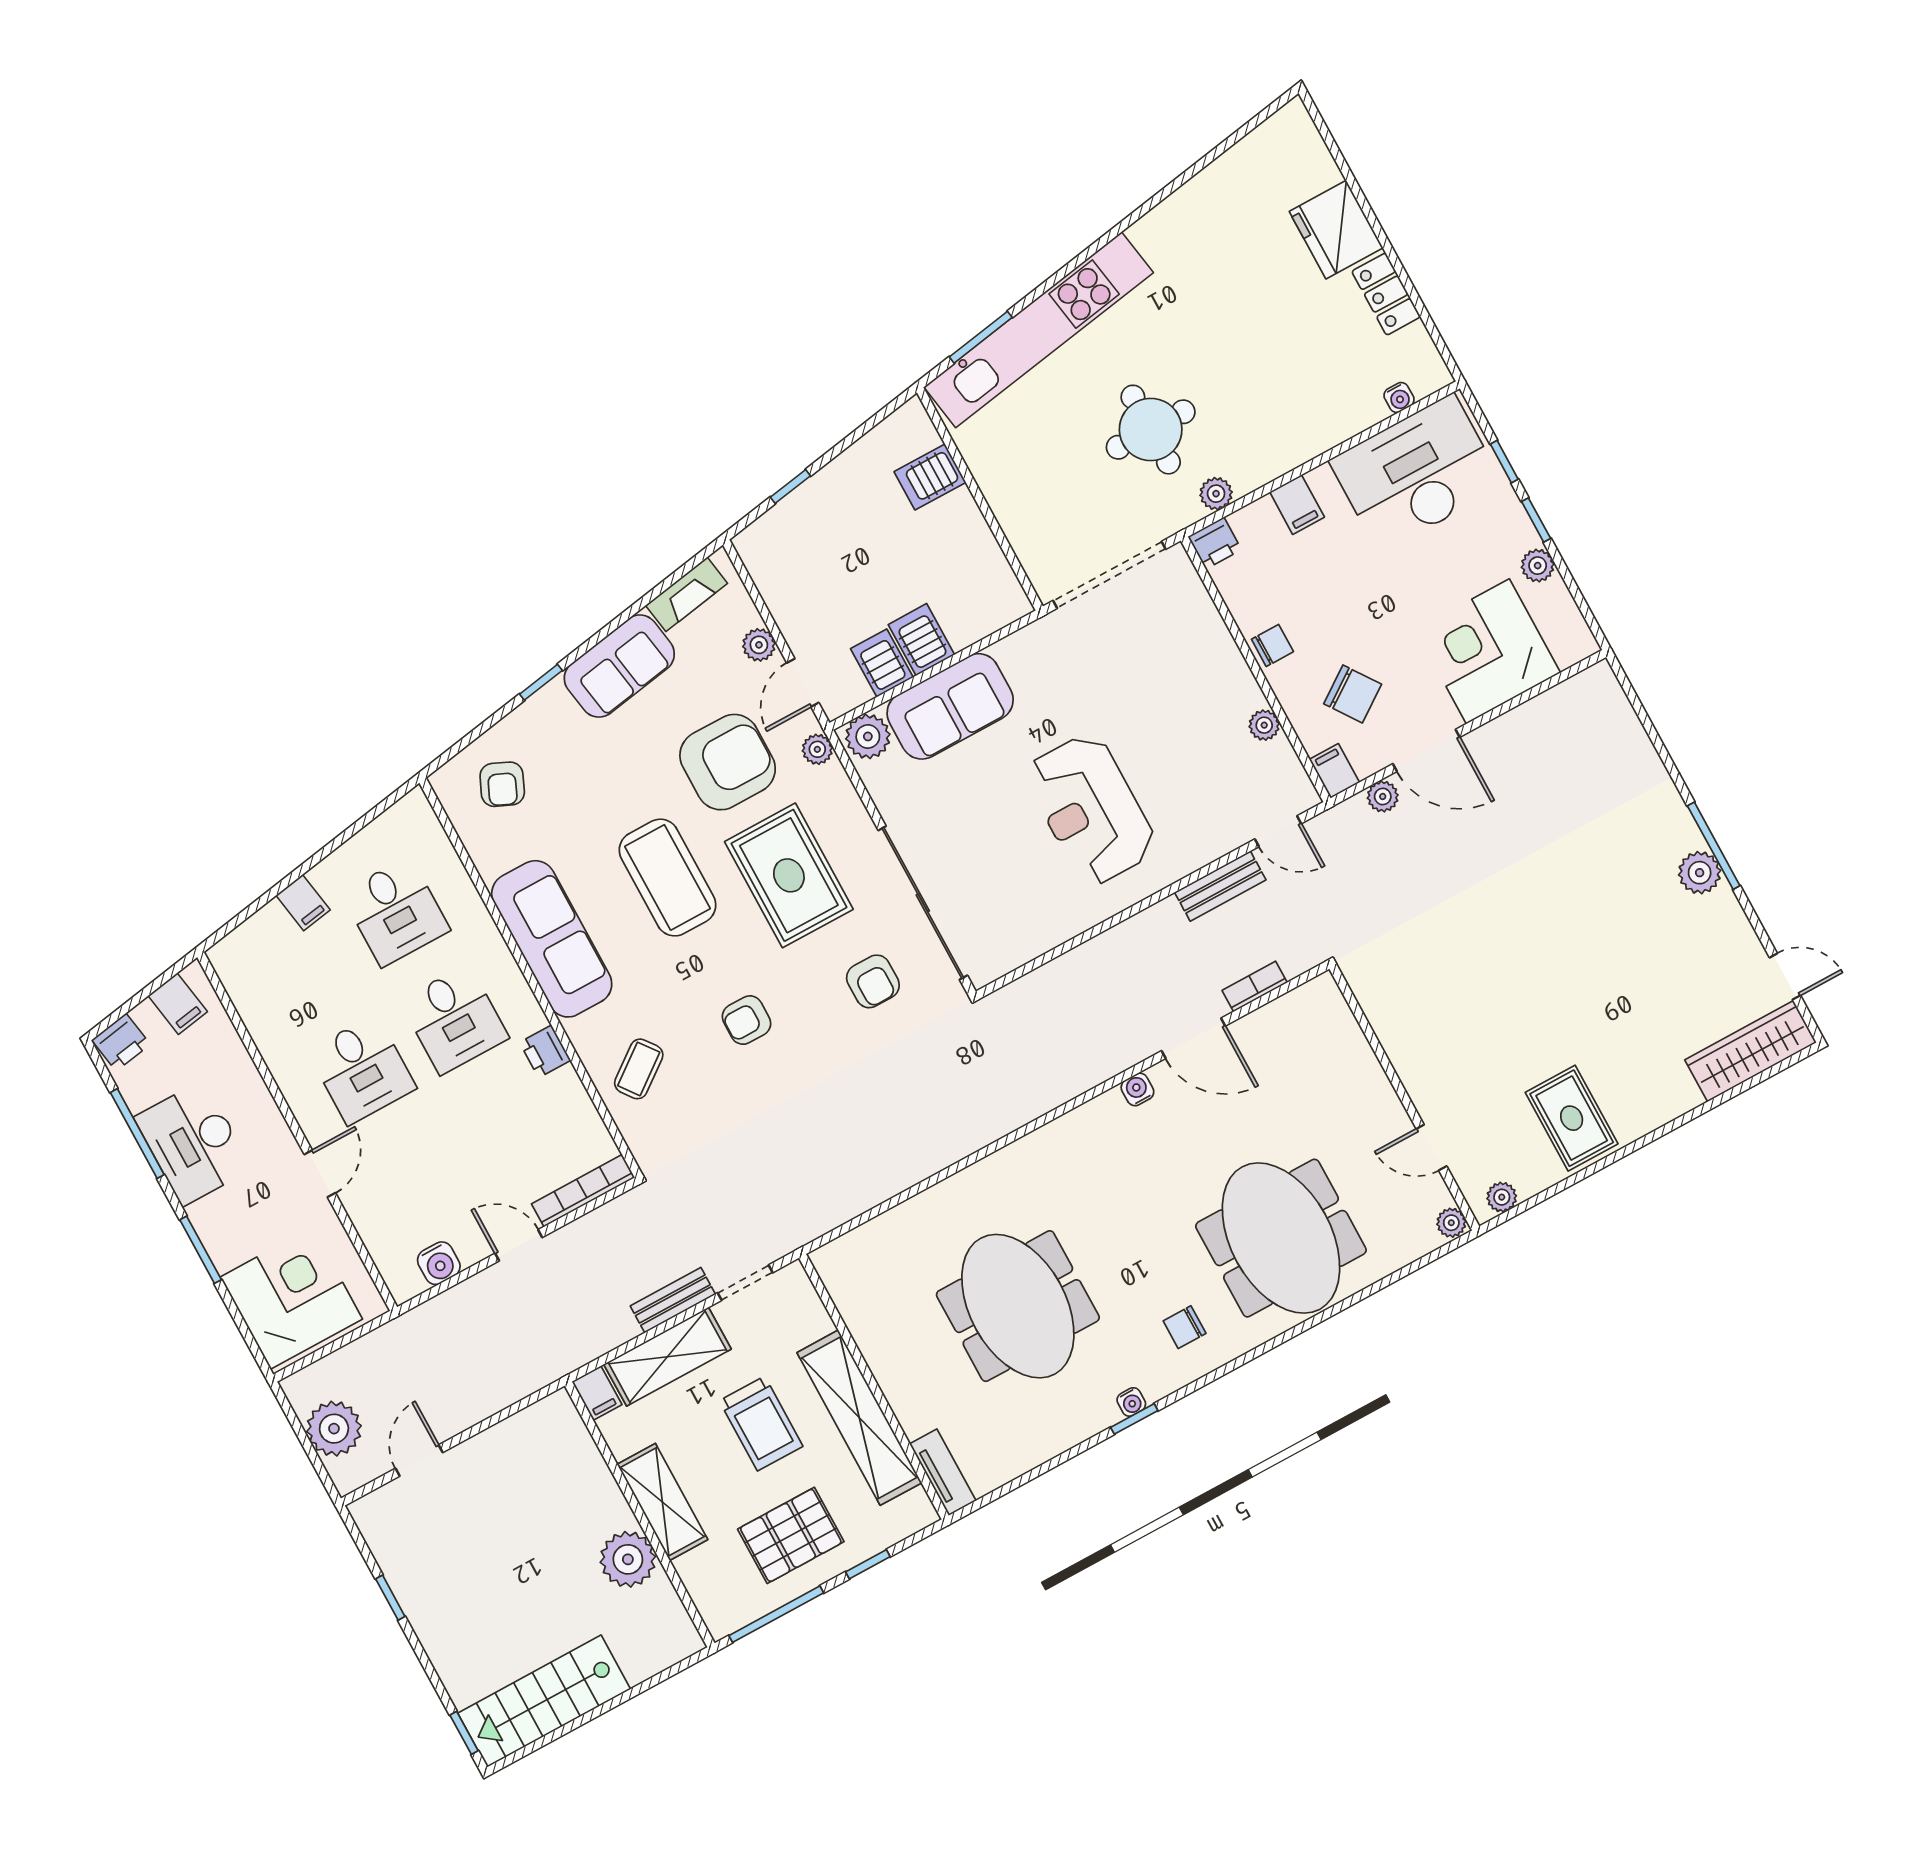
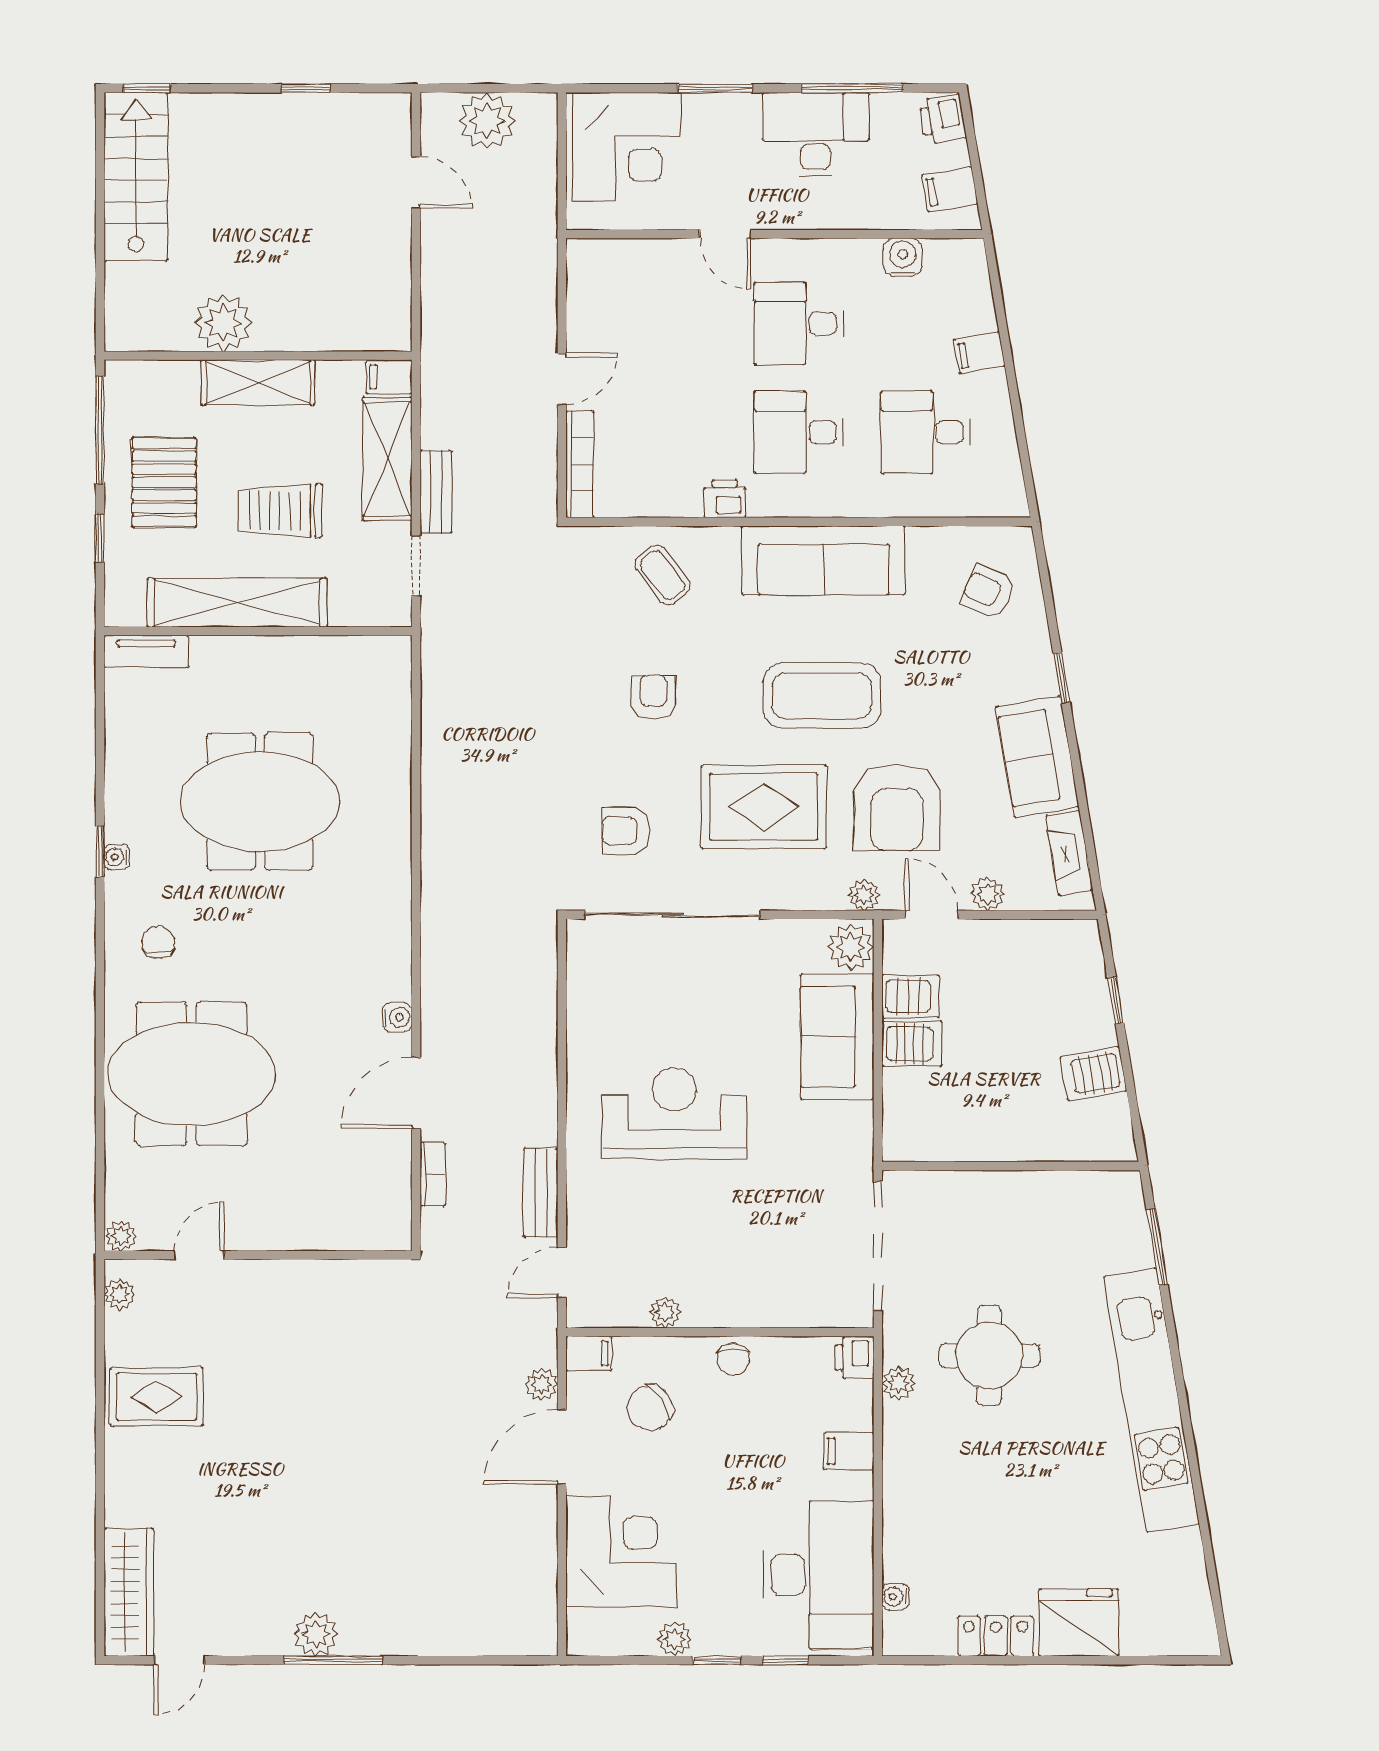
kitchen unit: (1039, 330) -> (1151, 1400), moved
server rack: (930, 477) -> (1093, 1074), moved, turned -100
water cooler: (439, 1263) -> (903, 257), moved, turned 90

